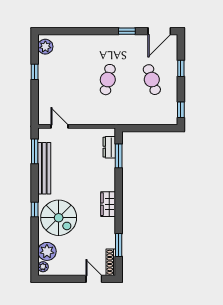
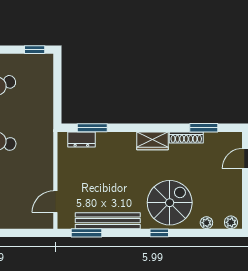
plant: (47, 251) -> (206, 223), width x0.53, depth x0.53
shoe rack: (111, 262) -> (186, 137), moved

